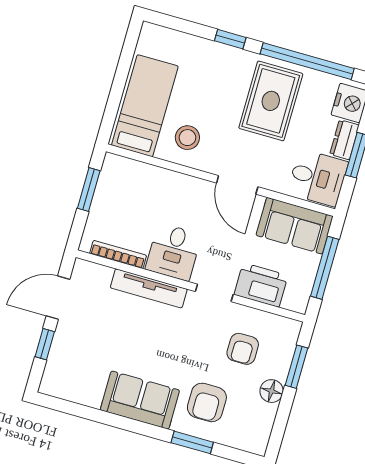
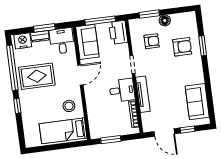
printer: (261, 285) -> (118, 32), moved
sofa: (140, 400) -> (197, 102), moved

